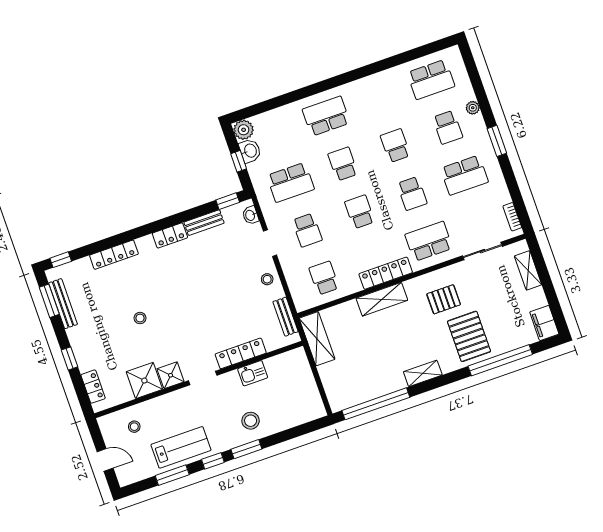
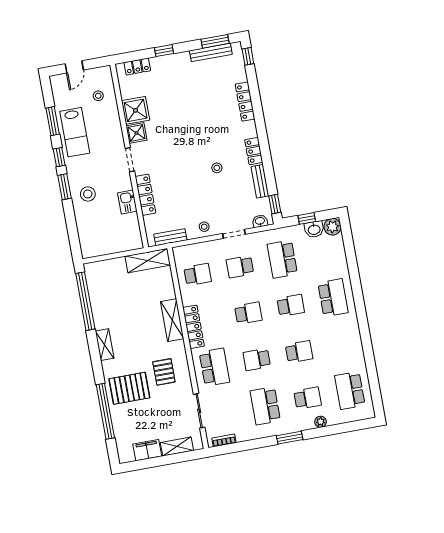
school desk: (448, 127) -> (308, 398), turned 180
stool: (140, 318) -> (217, 168), moved
filing cabinet: (544, 323) -> (147, 450), moved

